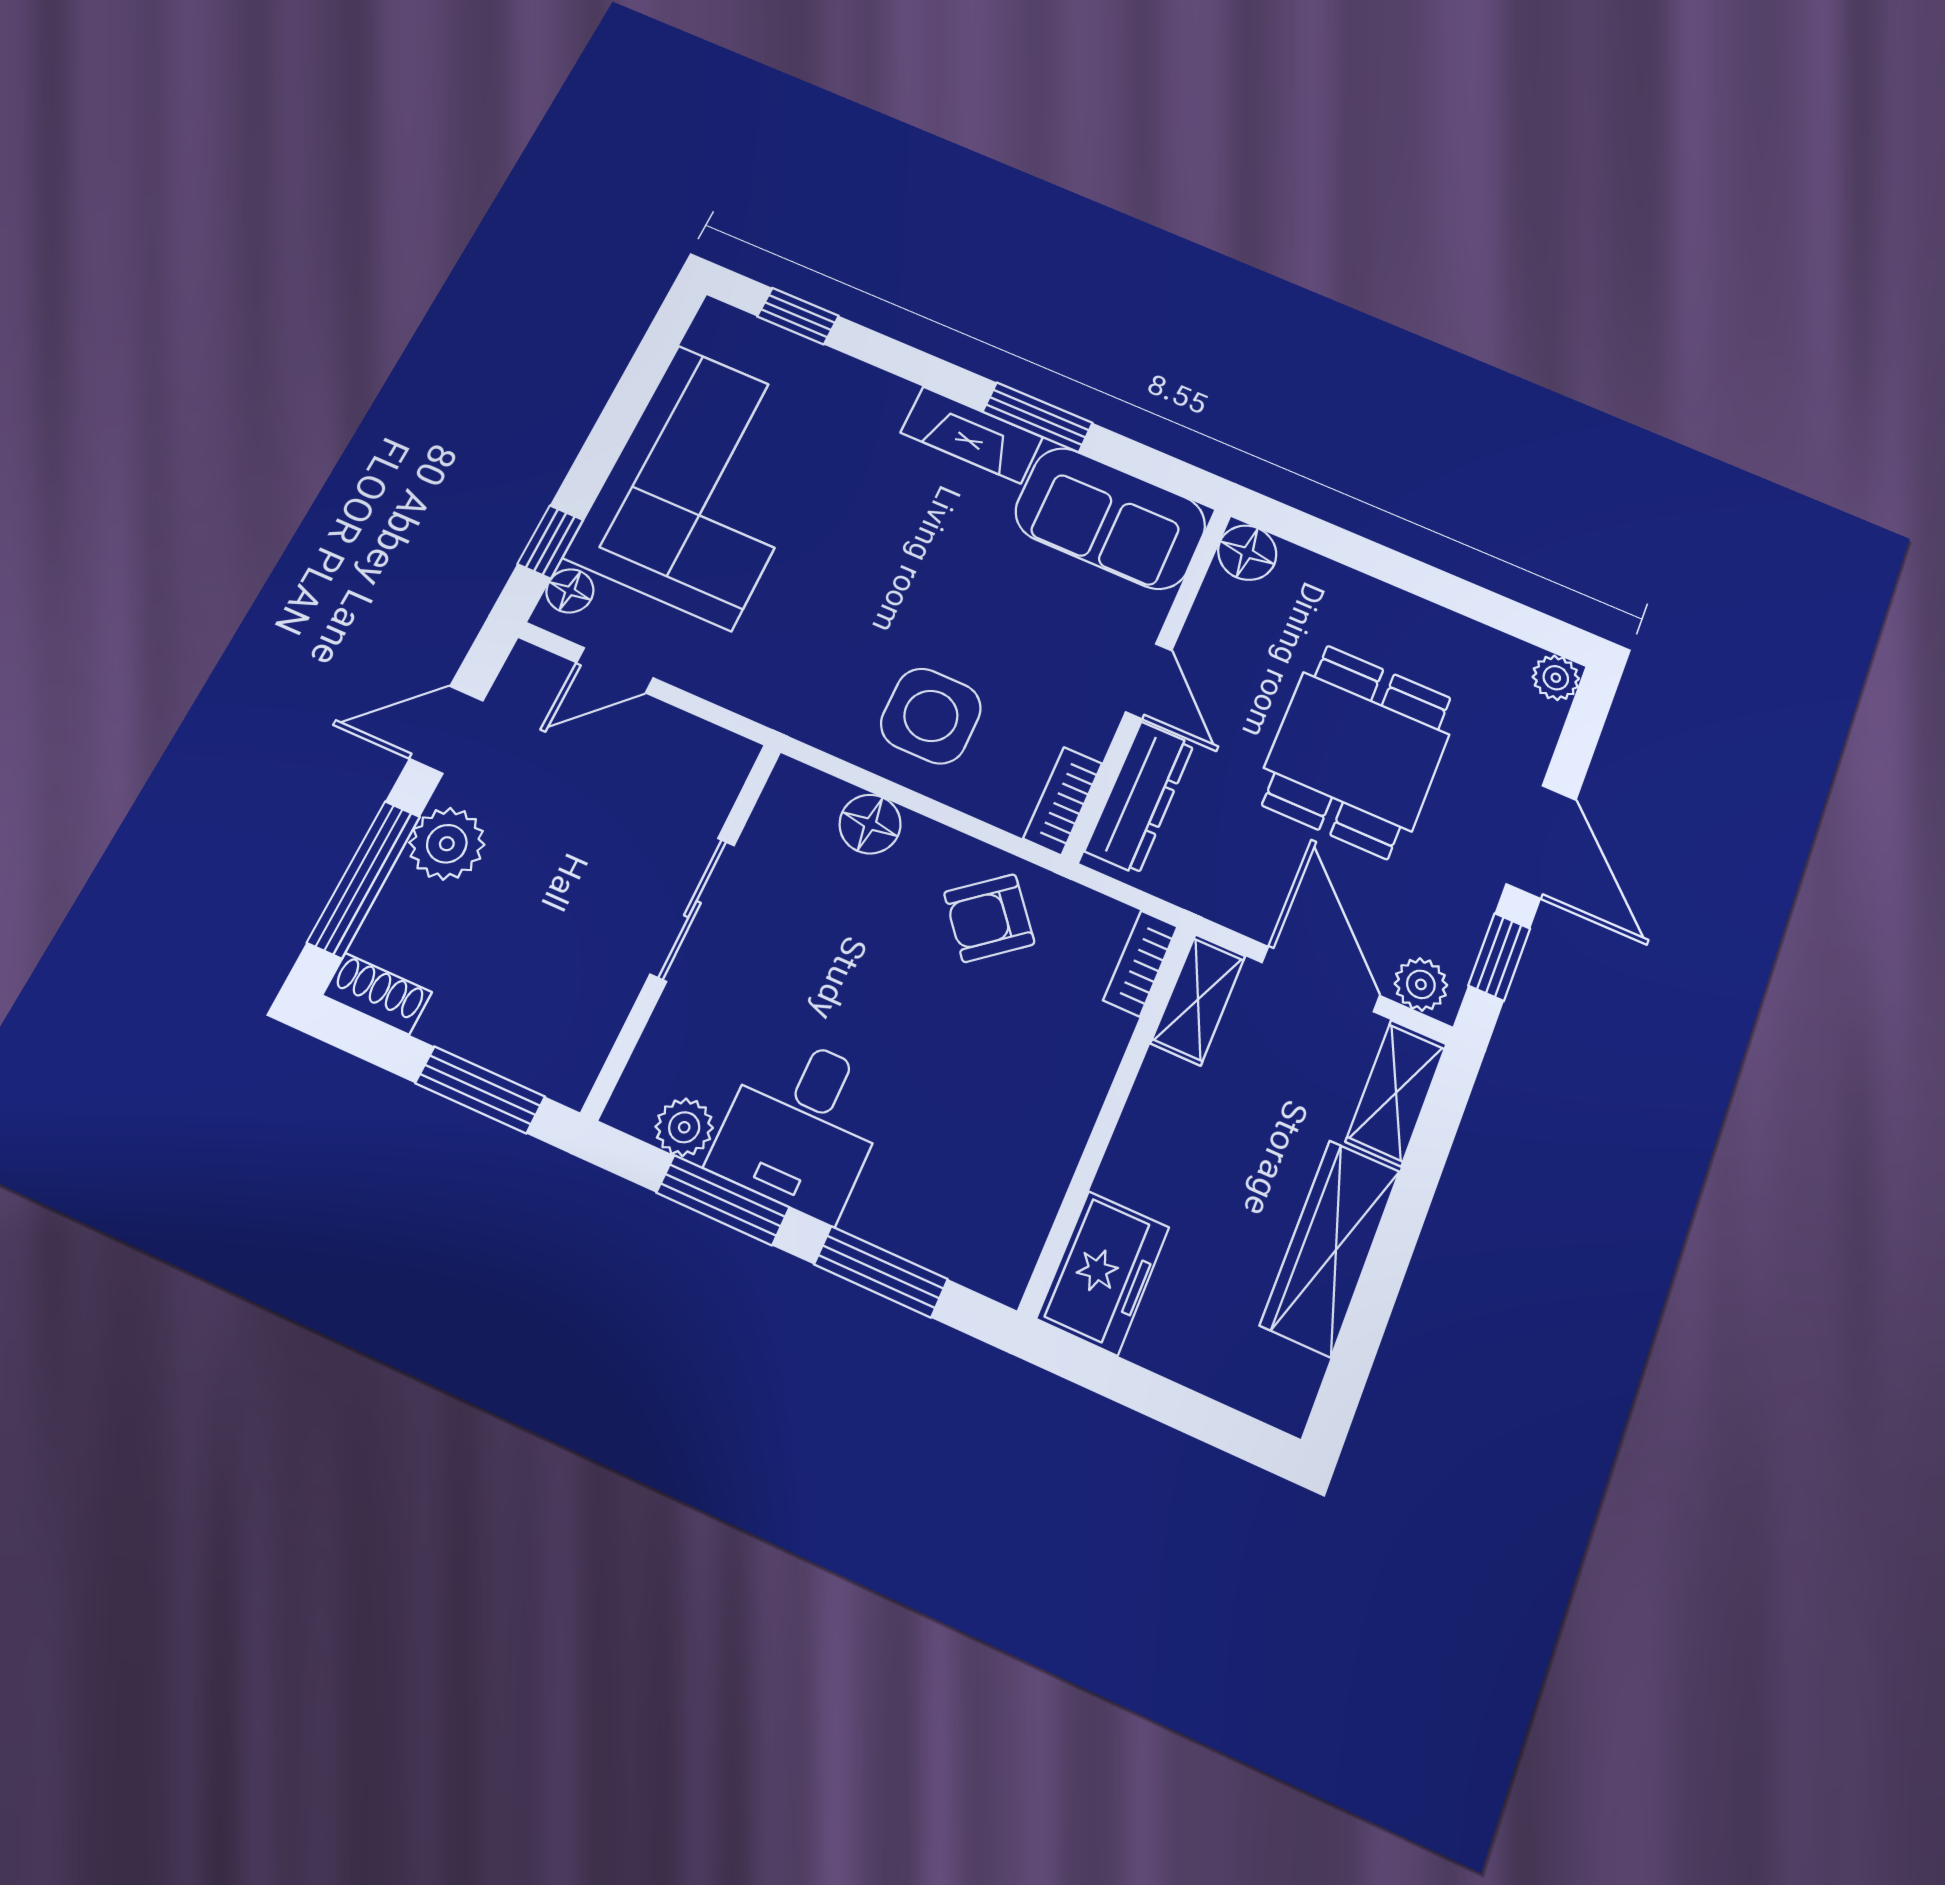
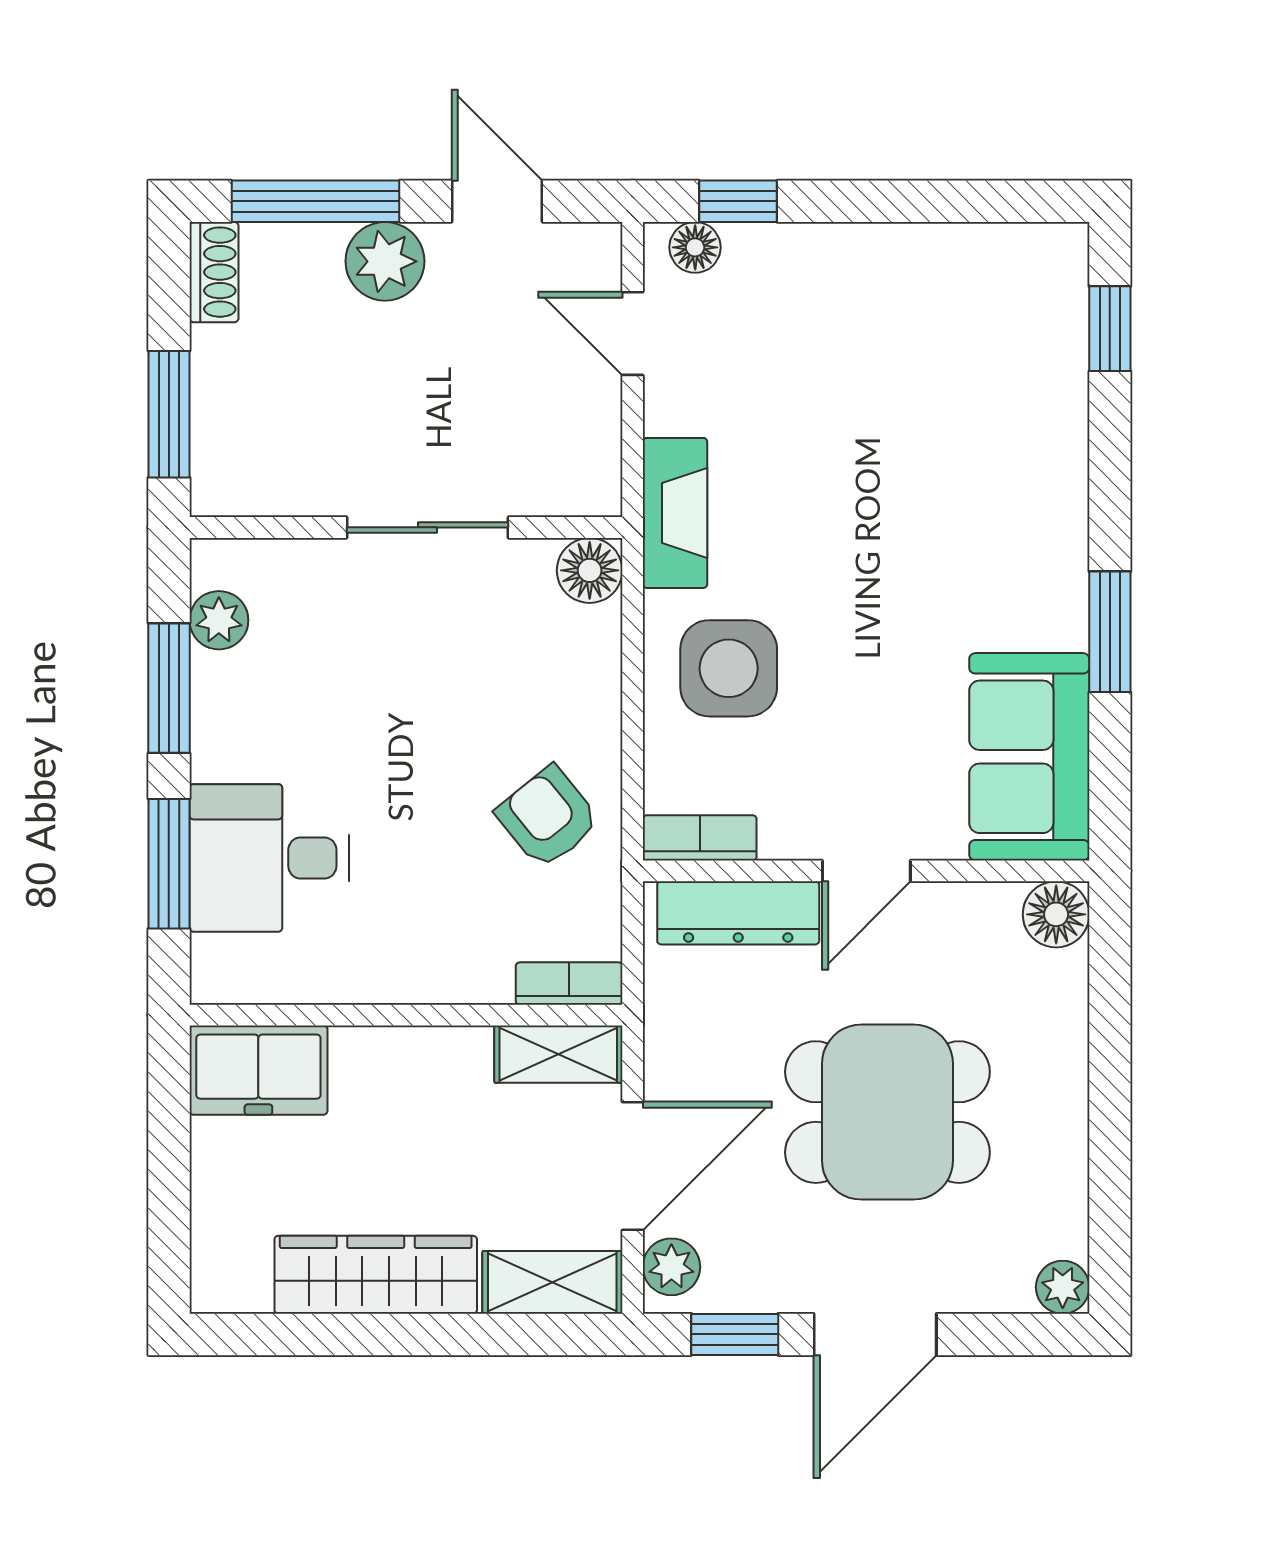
fireplace: (972, 435) -> (675, 513), moved, turned 180
corner sofa: (704, 486) -> (871, 325), removed
floor lamp: (870, 824) -> (590, 570), moved
desk: (802, 1125) -> (269, 858), moved

